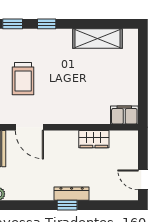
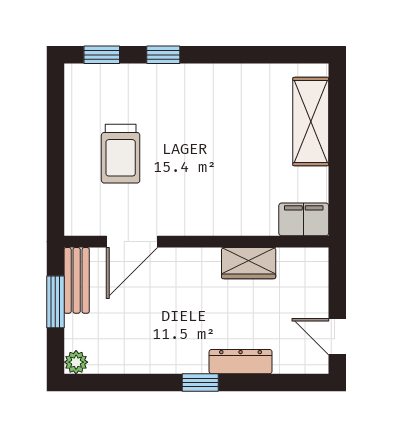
shelving: (97, 39) -> (311, 122), moved, turned 90
door: (29, 127) -> (132, 242), hinge flipped
dresser: (72, 194) -> (241, 362), moved

